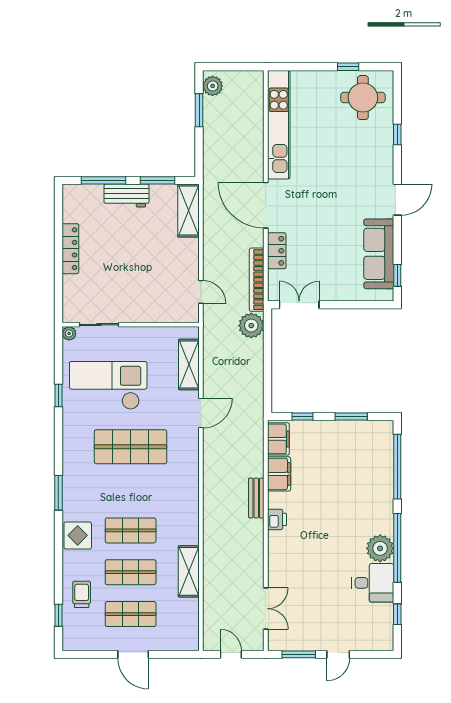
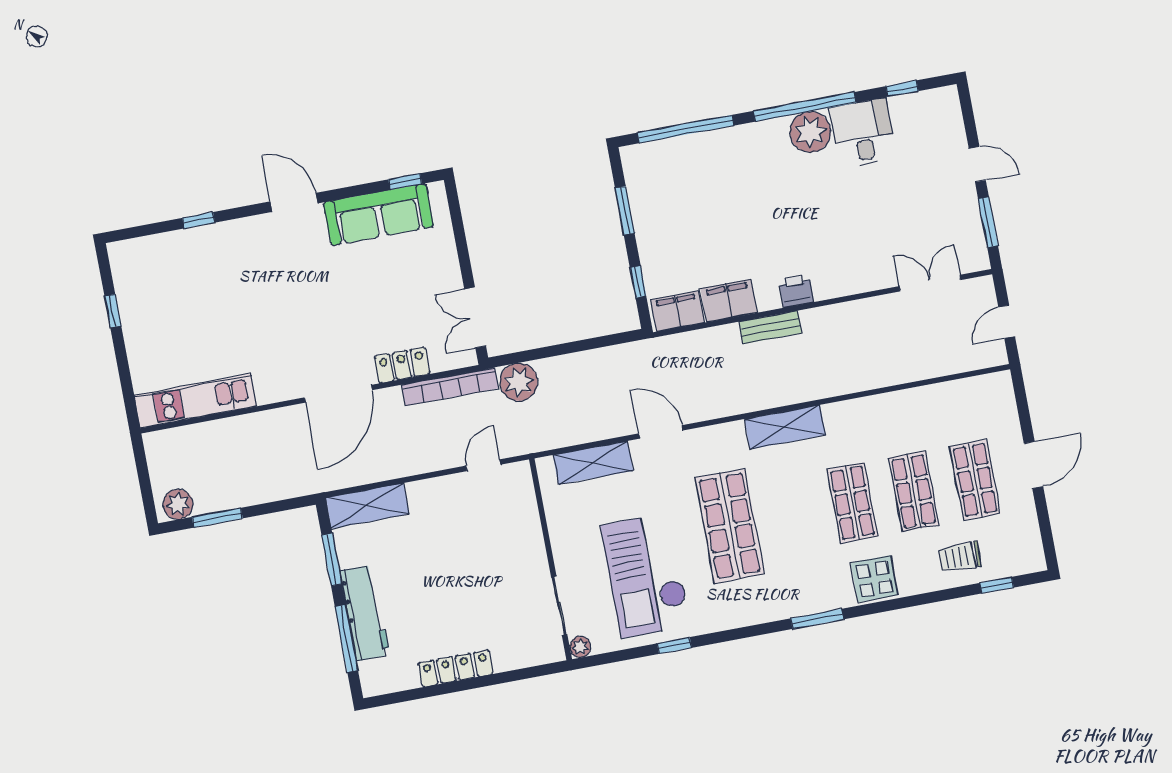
round table: (363, 98) -> (154, 281), removed
kitchen unit: (279, 125) -> (196, 401), width x0.73
workbench: (127, 196) -> (365, 613), width x1.38
shelving: (189, 571) -> (785, 427), moved

